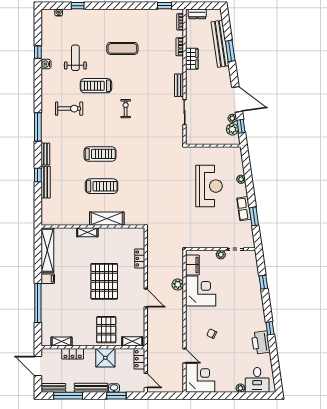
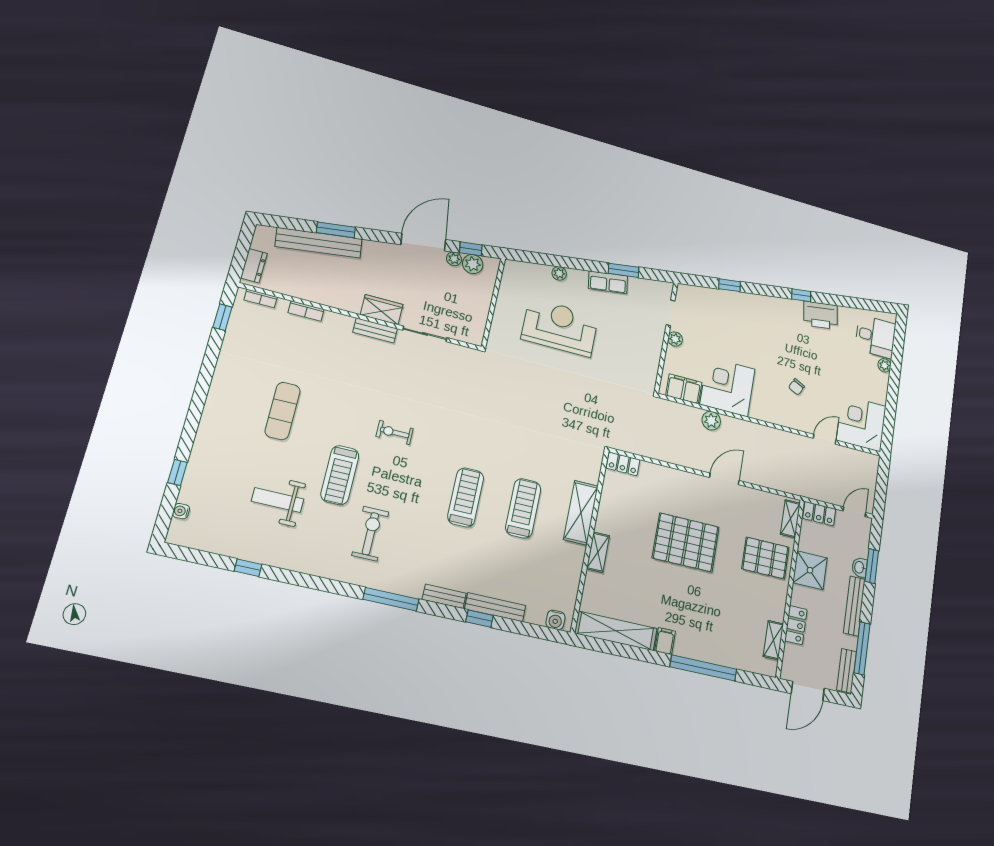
wardrobe: (192, 59) -> (382, 310), moved
water cooler: (46, 64) -> (555, 620), moved
locker: (140, 258) -> (623, 464), moved

